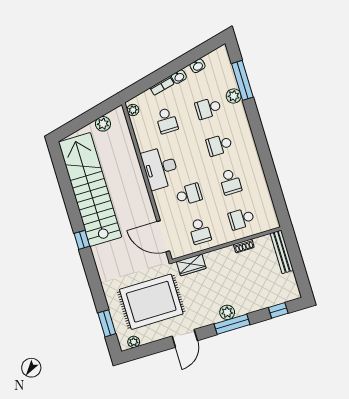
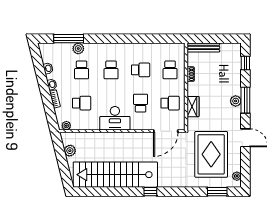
wardrobe: (191, 265) -> (193, 107), moved

